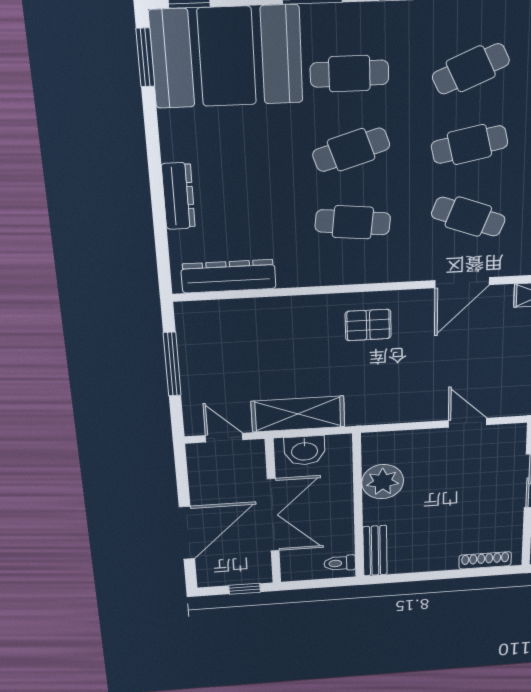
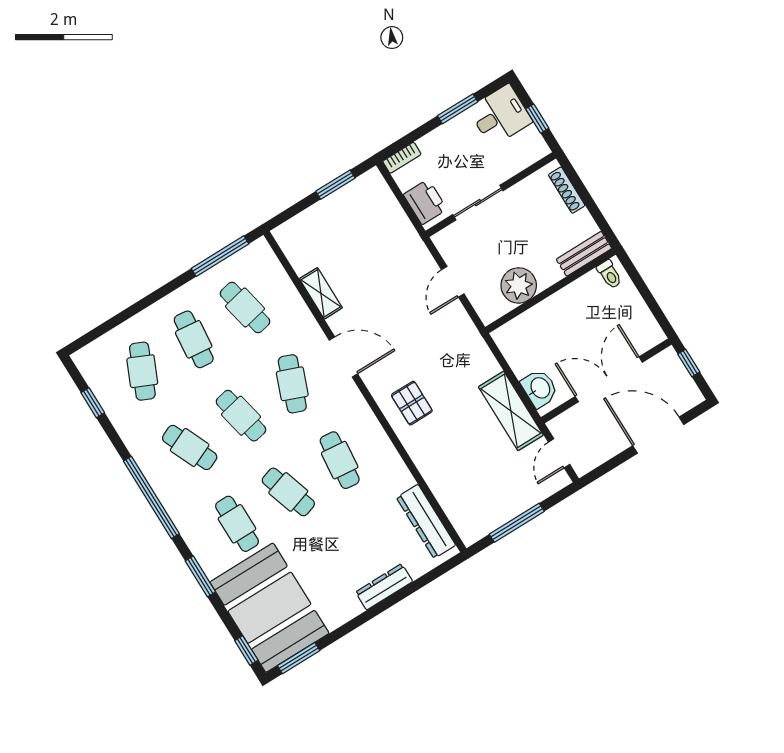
plant: (383, 482) -> (519, 285), moved
wall: (358, 507) -> (550, 291), moved
bench: (375, 551) -> (584, 254), moved
toilet: (340, 563) -> (609, 274), moved

